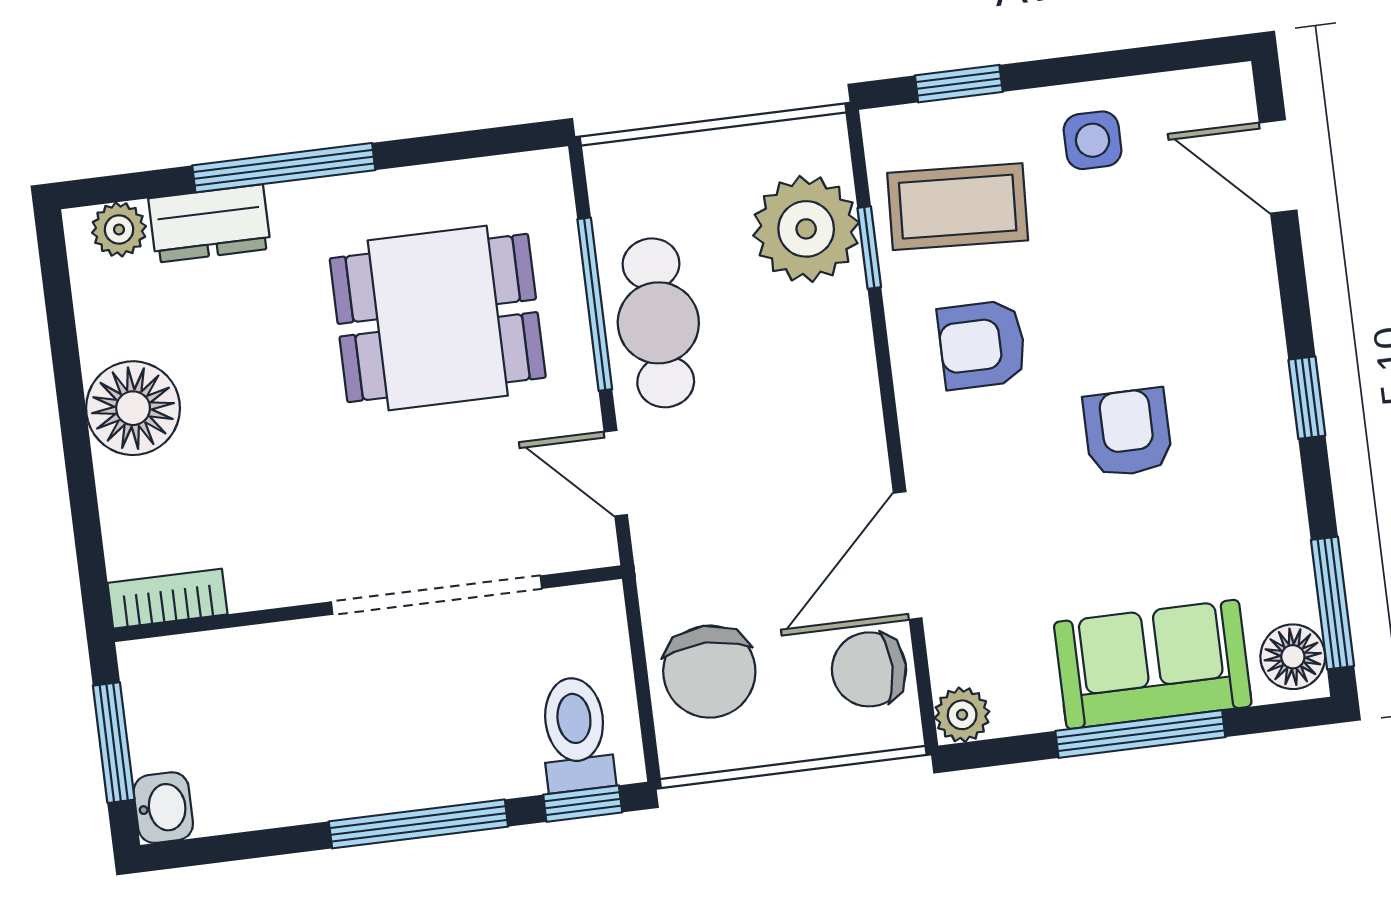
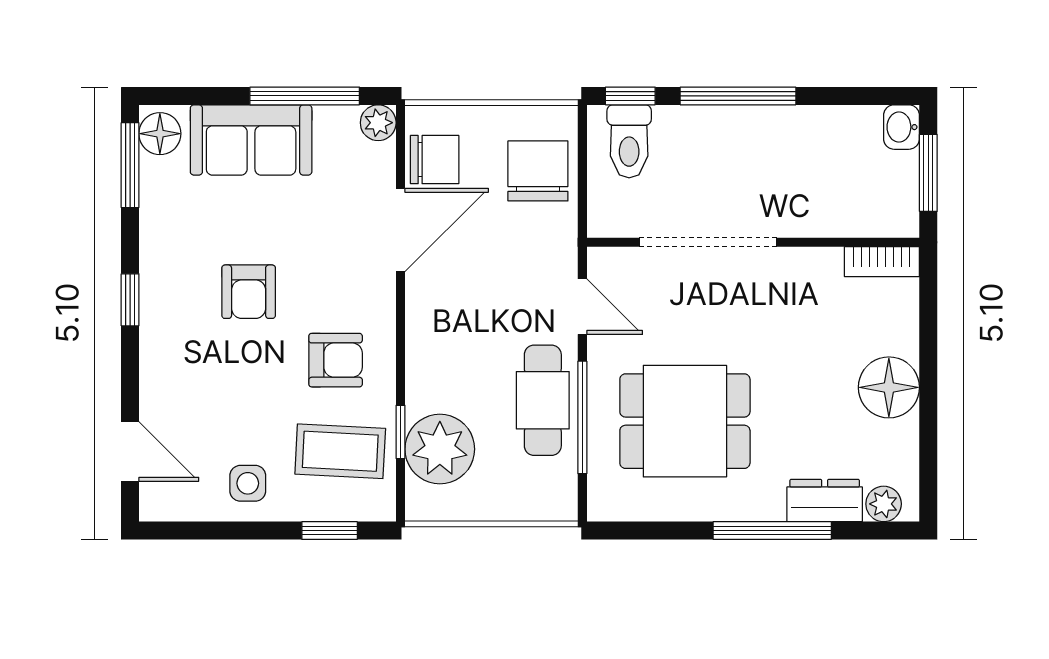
window: (1140, 734) -> (305, 96), moved

